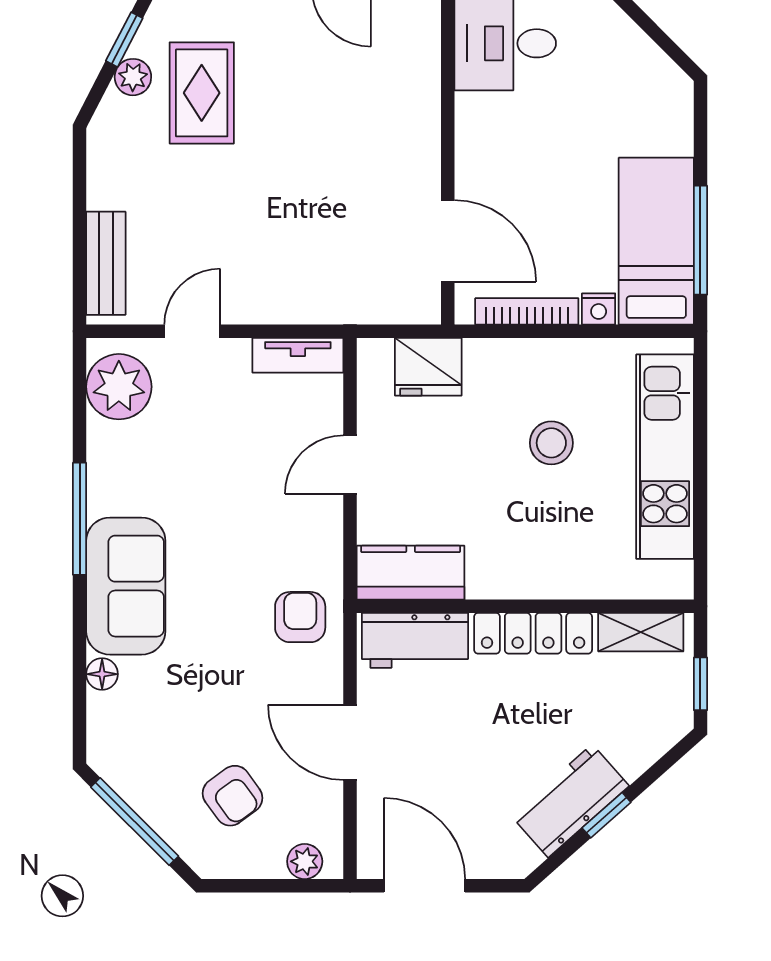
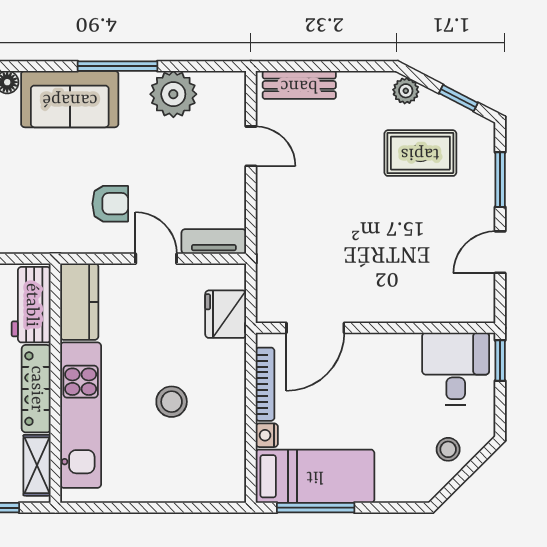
stool: (618, 54) -> (448, 449), added
plant: (133, 77) -> (406, 91), moved
tv unit: (298, 355) -> (214, 241), moved, turned 90
plant: (119, 387) -> (173, 94), moved
kitchen unit: (665, 457) -> (81, 415), moved, turned 90
armchair: (300, 617) -> (110, 204), moved

